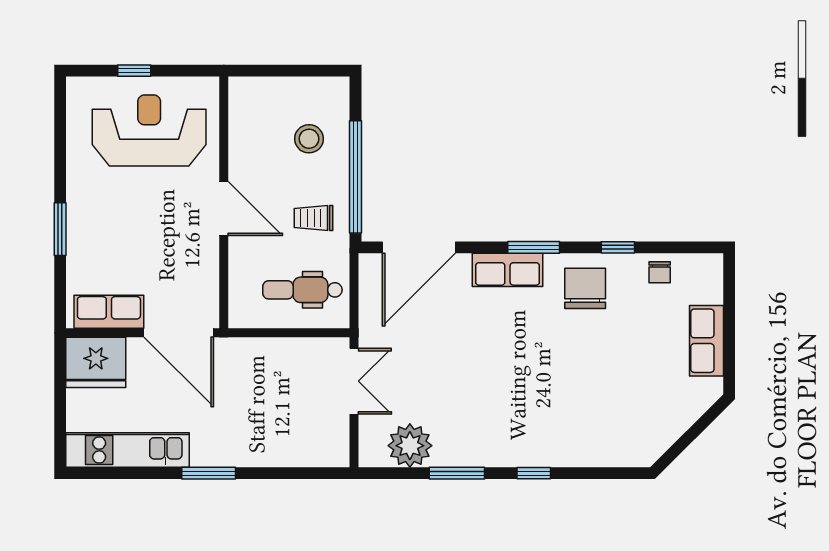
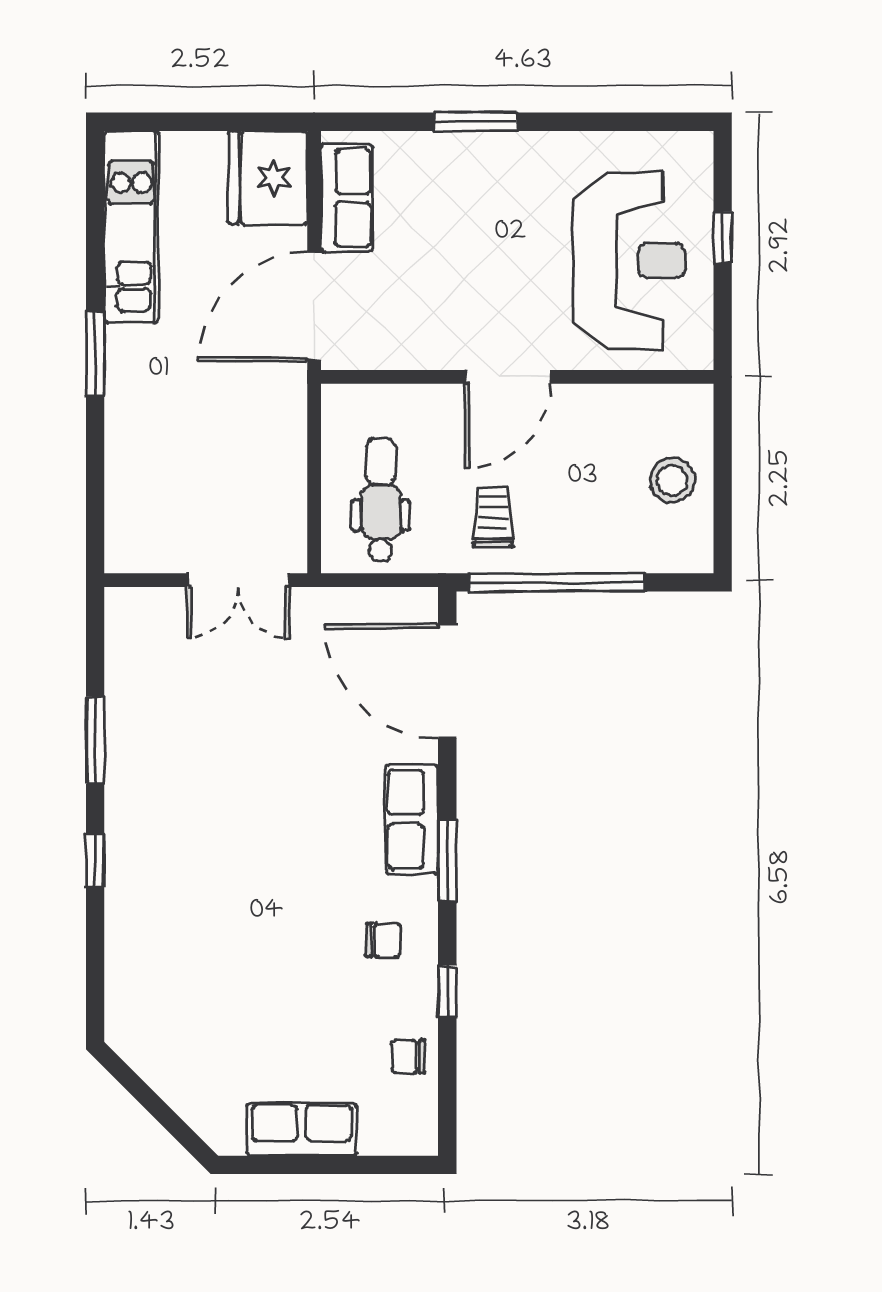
stool: (309, 139) -> (672, 480), moved
chair: (585, 288) -> (383, 940), width x0.54, depth x0.54
plant: (410, 446) -> (138, 667), removed

